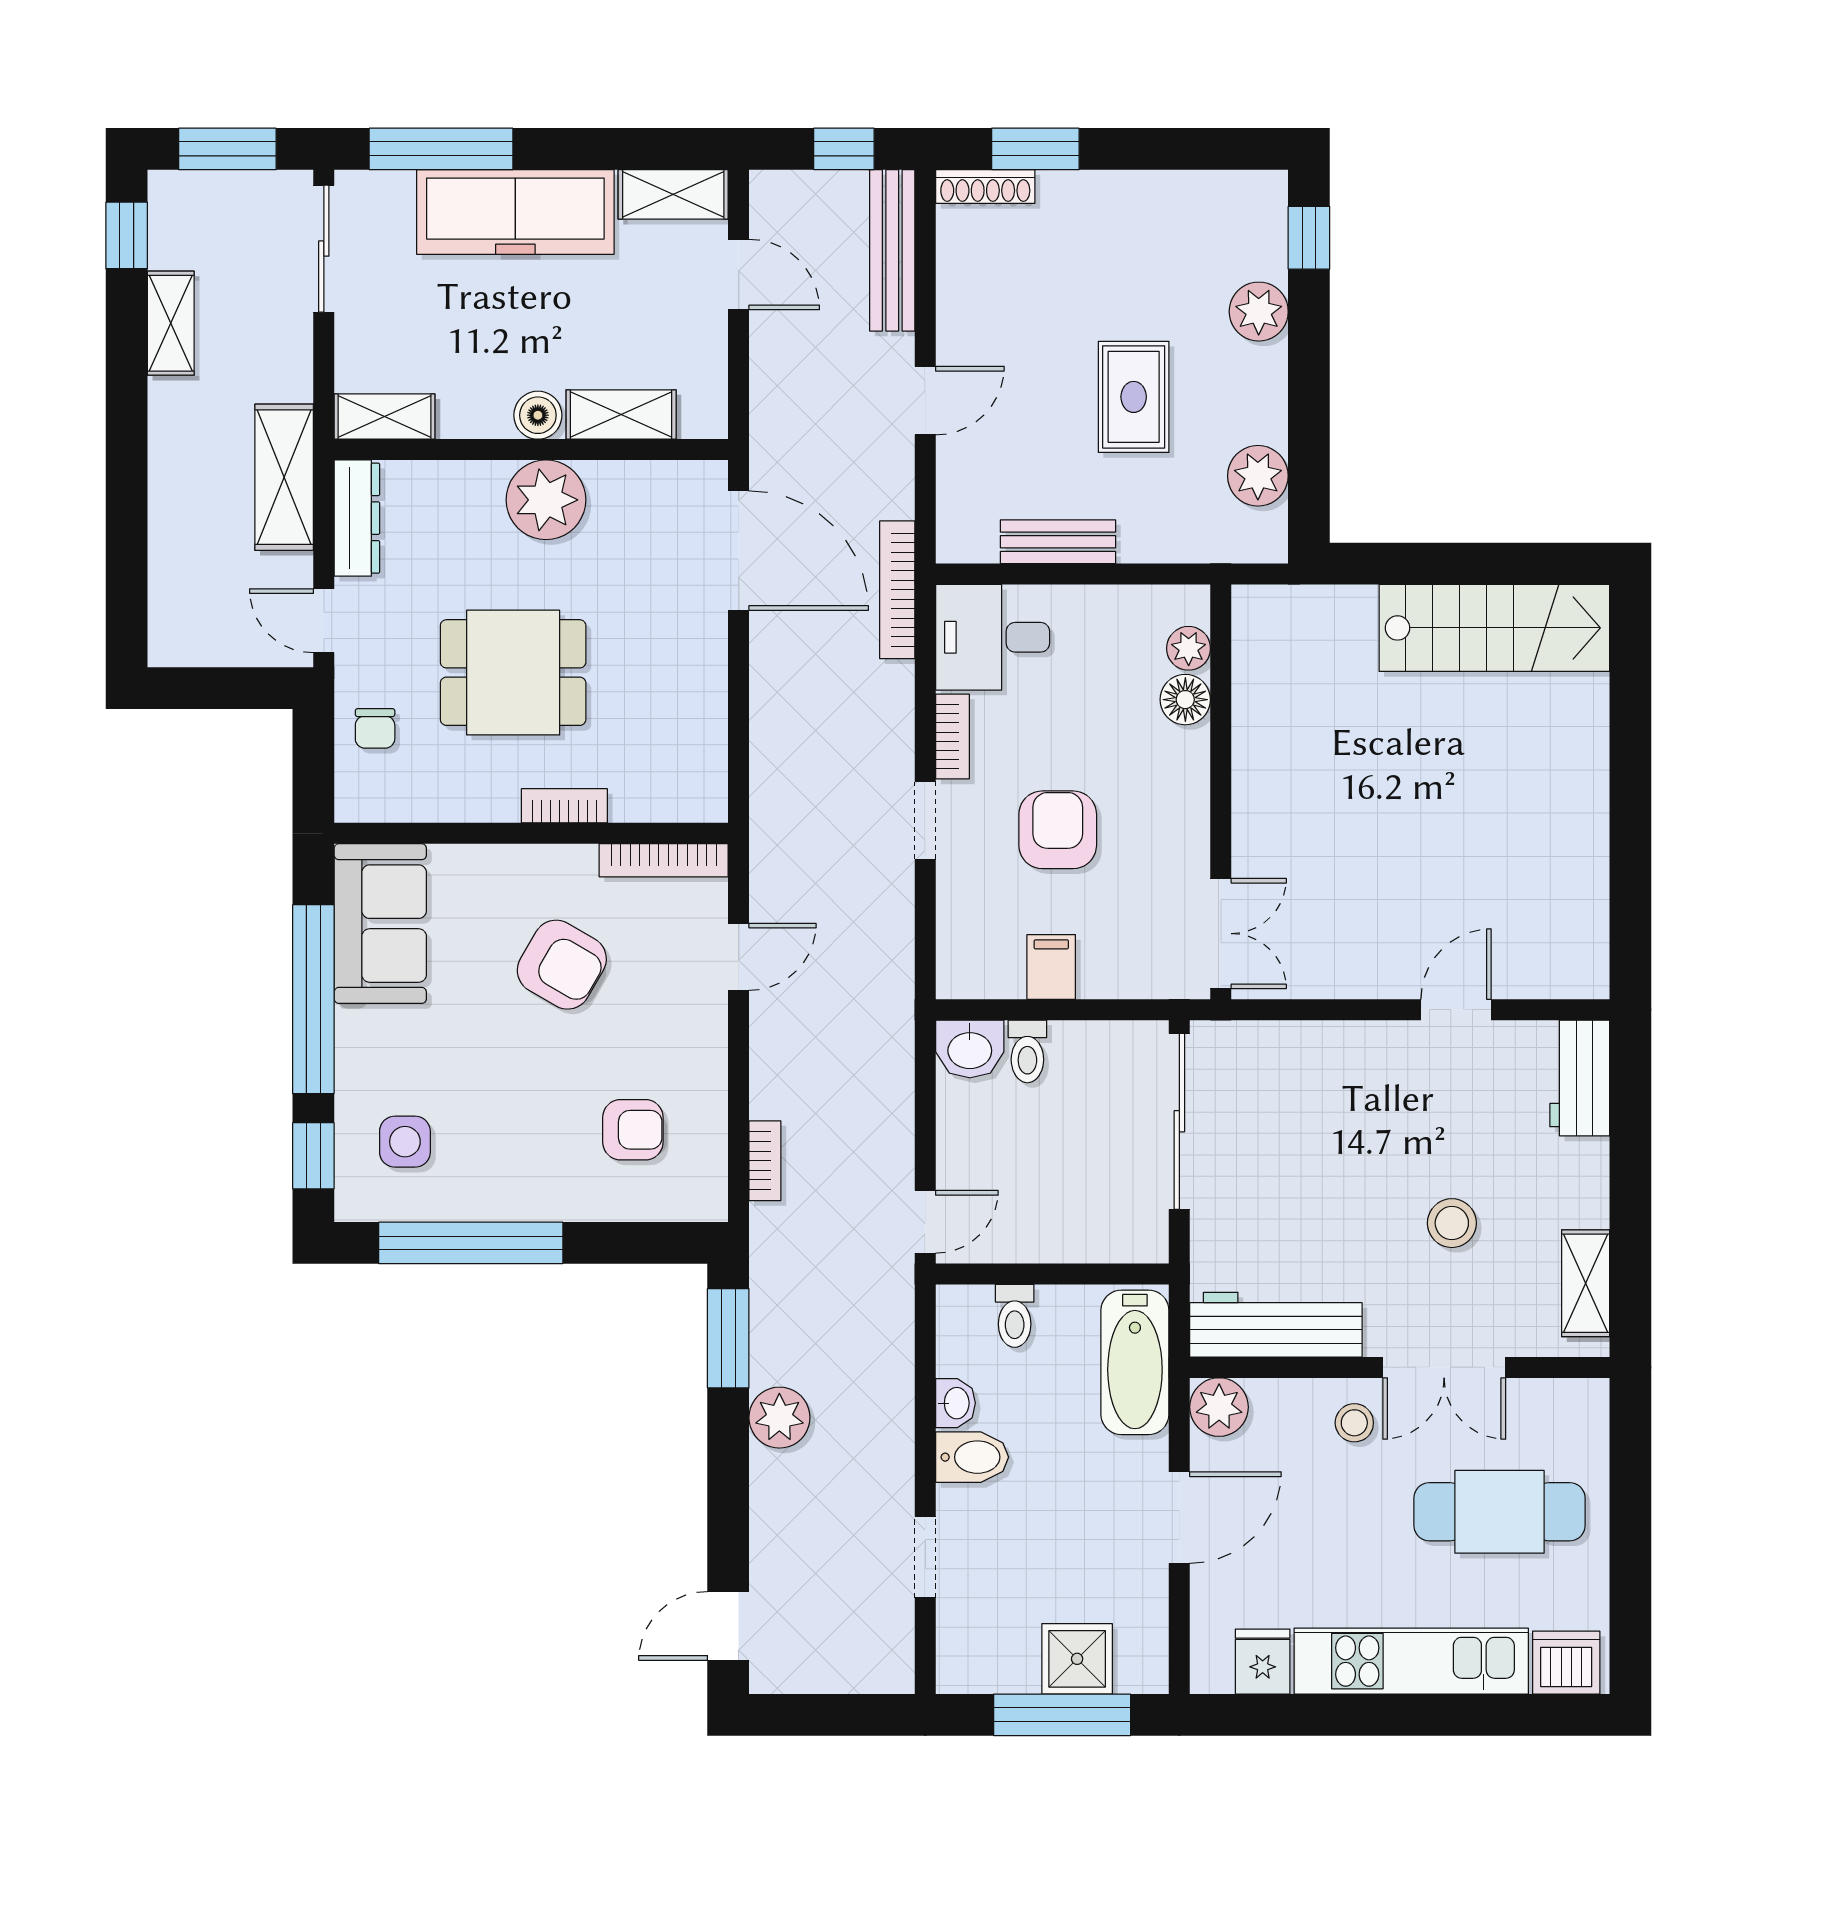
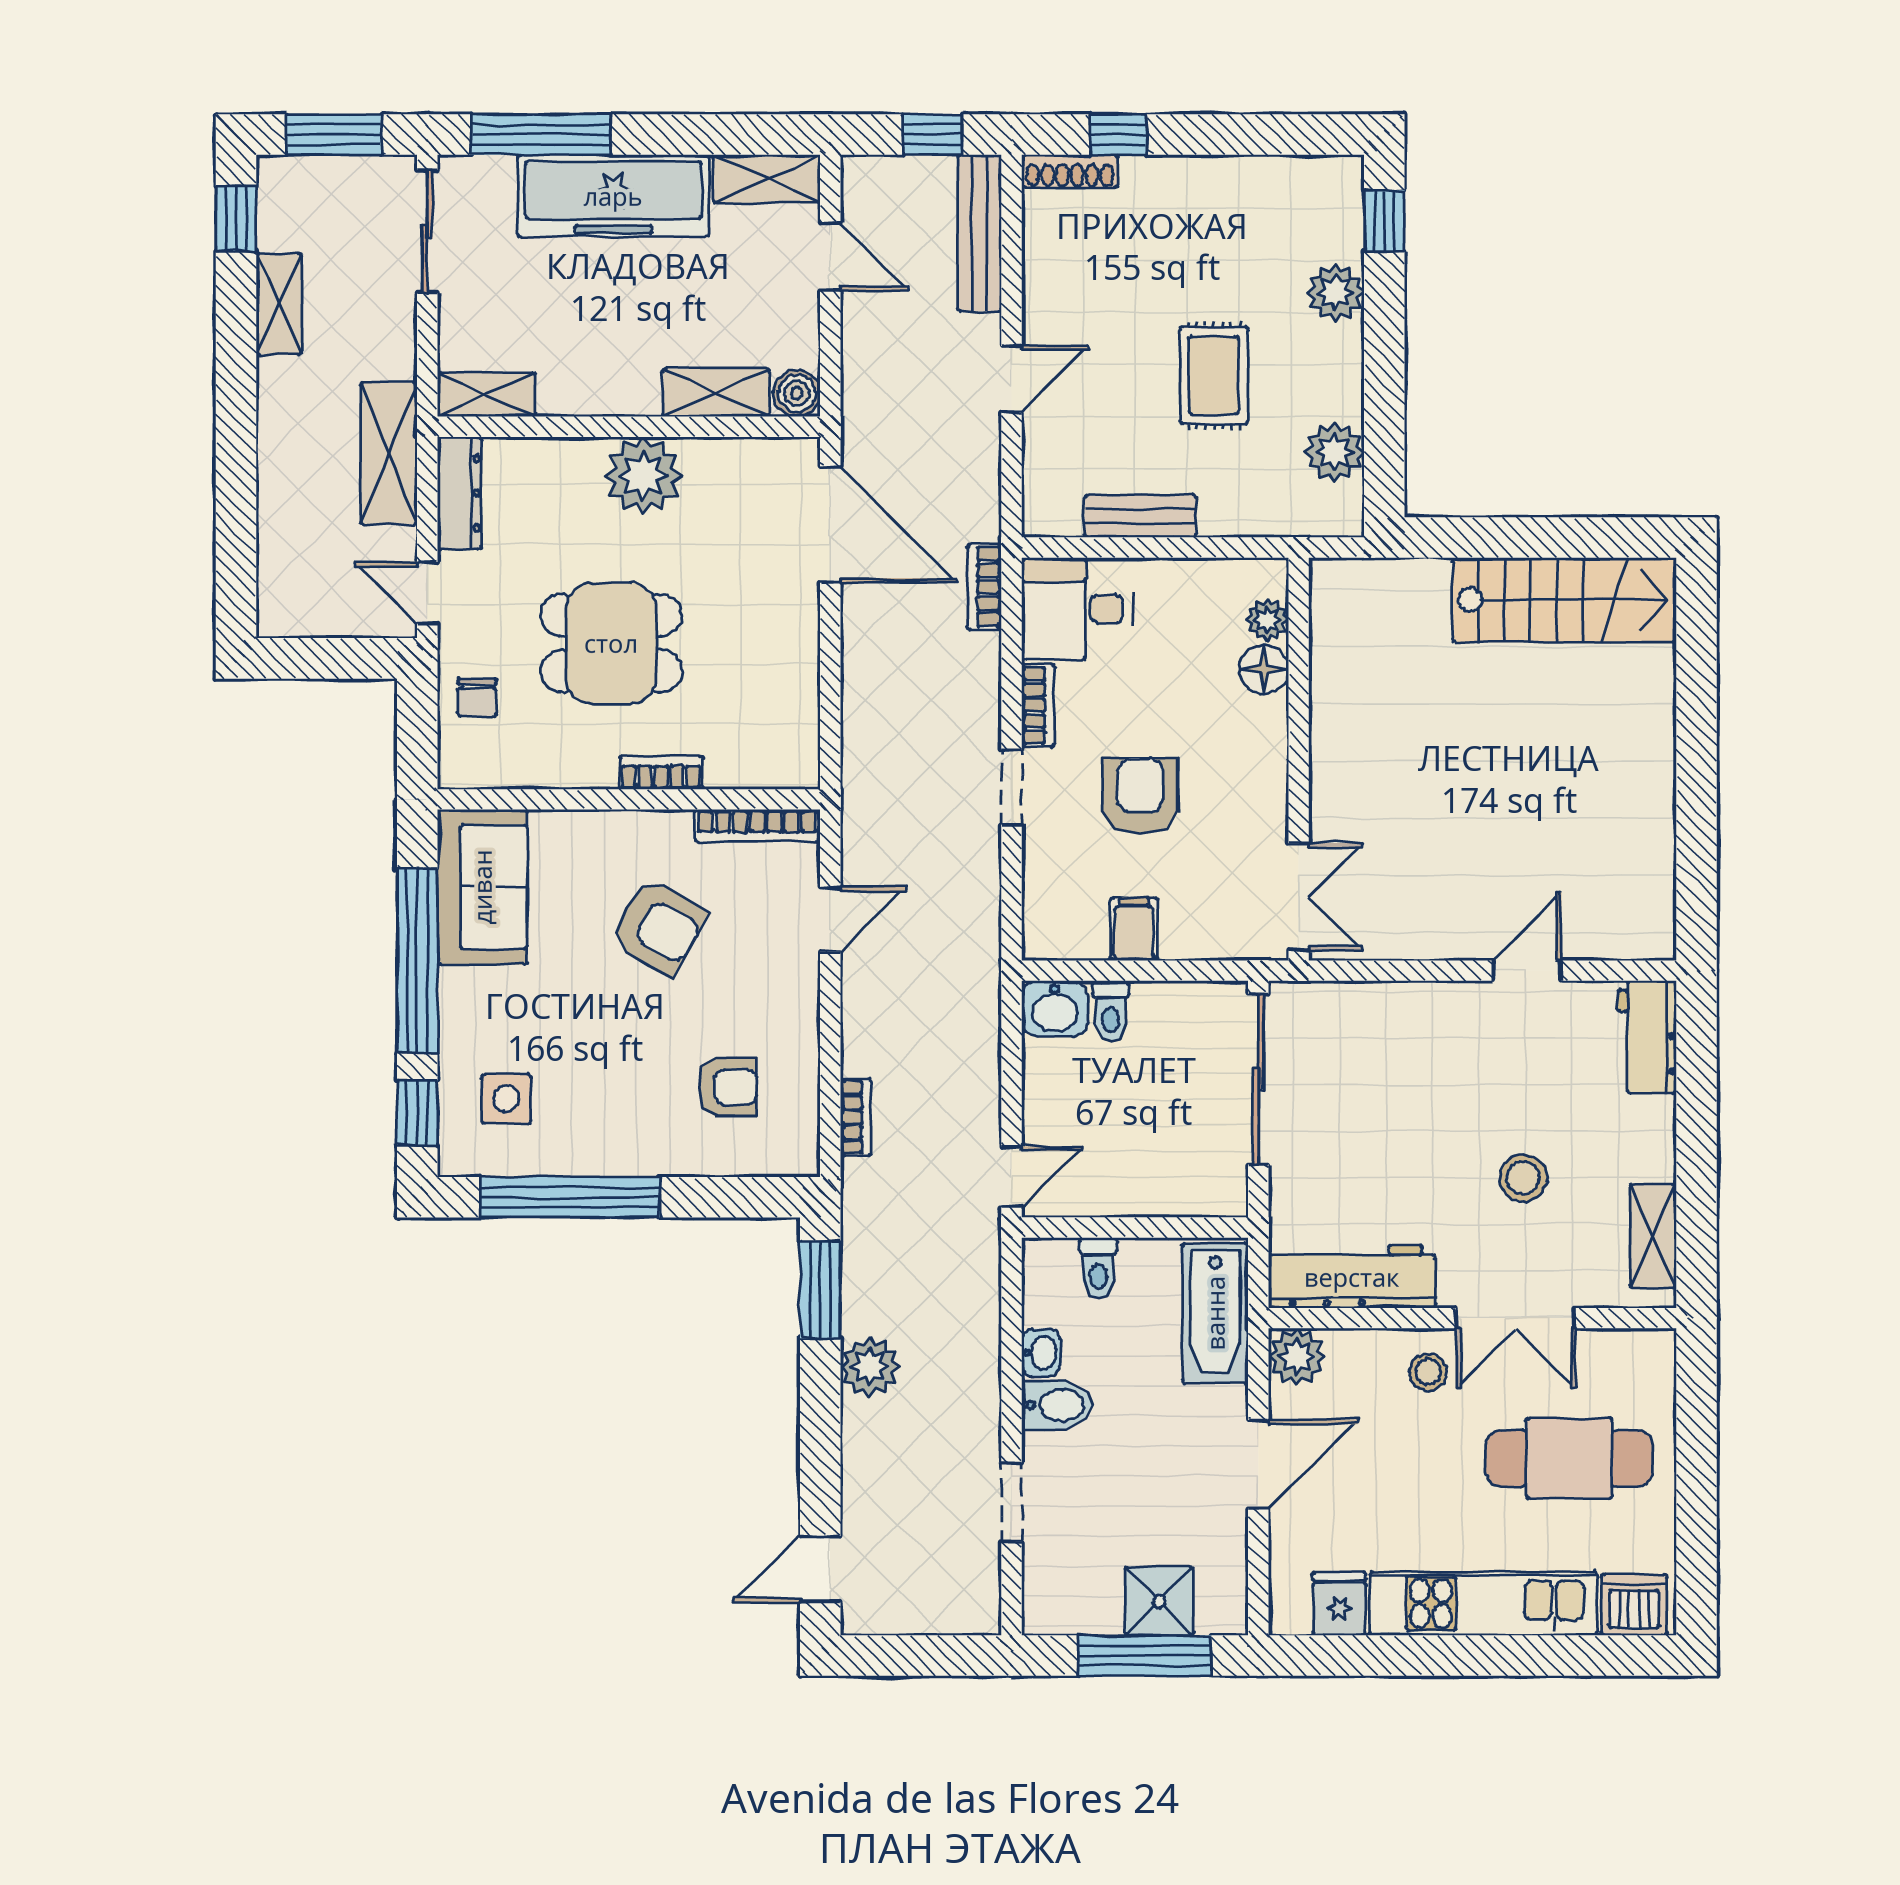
window: (1035, 149) -> (1118, 135), width x0.67
boiler: (538, 415) -> (797, 393), moved
bookcase: (897, 590) -> (984, 587), width x0.64

